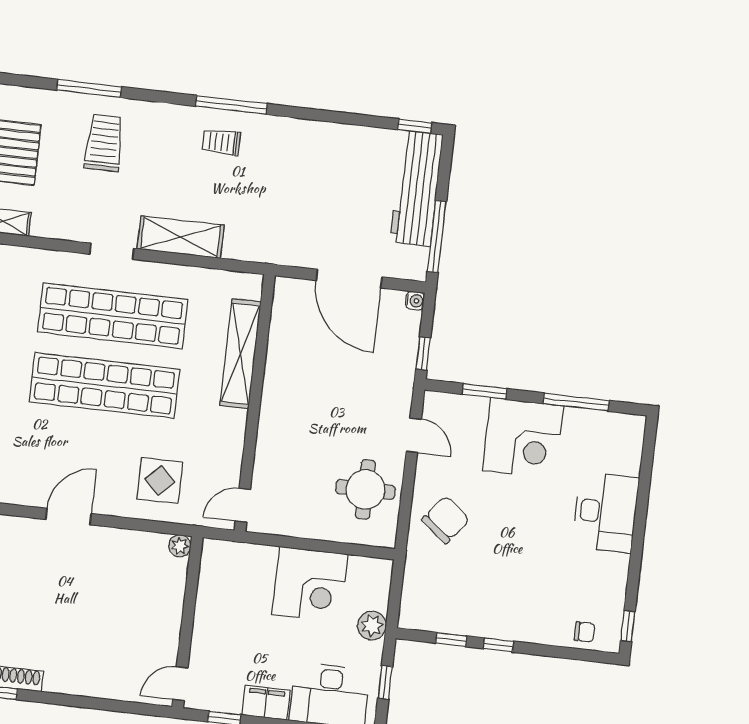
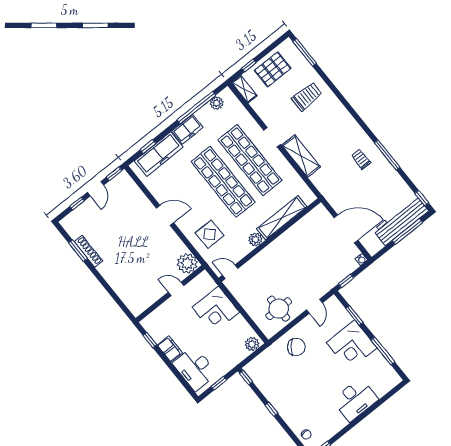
window: (89, 88) -> (305, 52), moved
window: (231, 105) -> (387, 155), moved
trolley: (221, 142) -> (361, 159), moved
window: (437, 236) -> (407, 231), moved
door: (349, 279) -> (346, 229), swing flipped
plant: (233, 423) -> (255, 240), added
plant: (180, 546) -> (187, 263), width x1.88, depth x1.88
corner desk: (310, 584) -> (216, 310), moved
plant: (372, 626) -> (252, 344), moved
window: (451, 640) -> (246, 378), moved
door: (180, 684) -> (176, 289), moved

